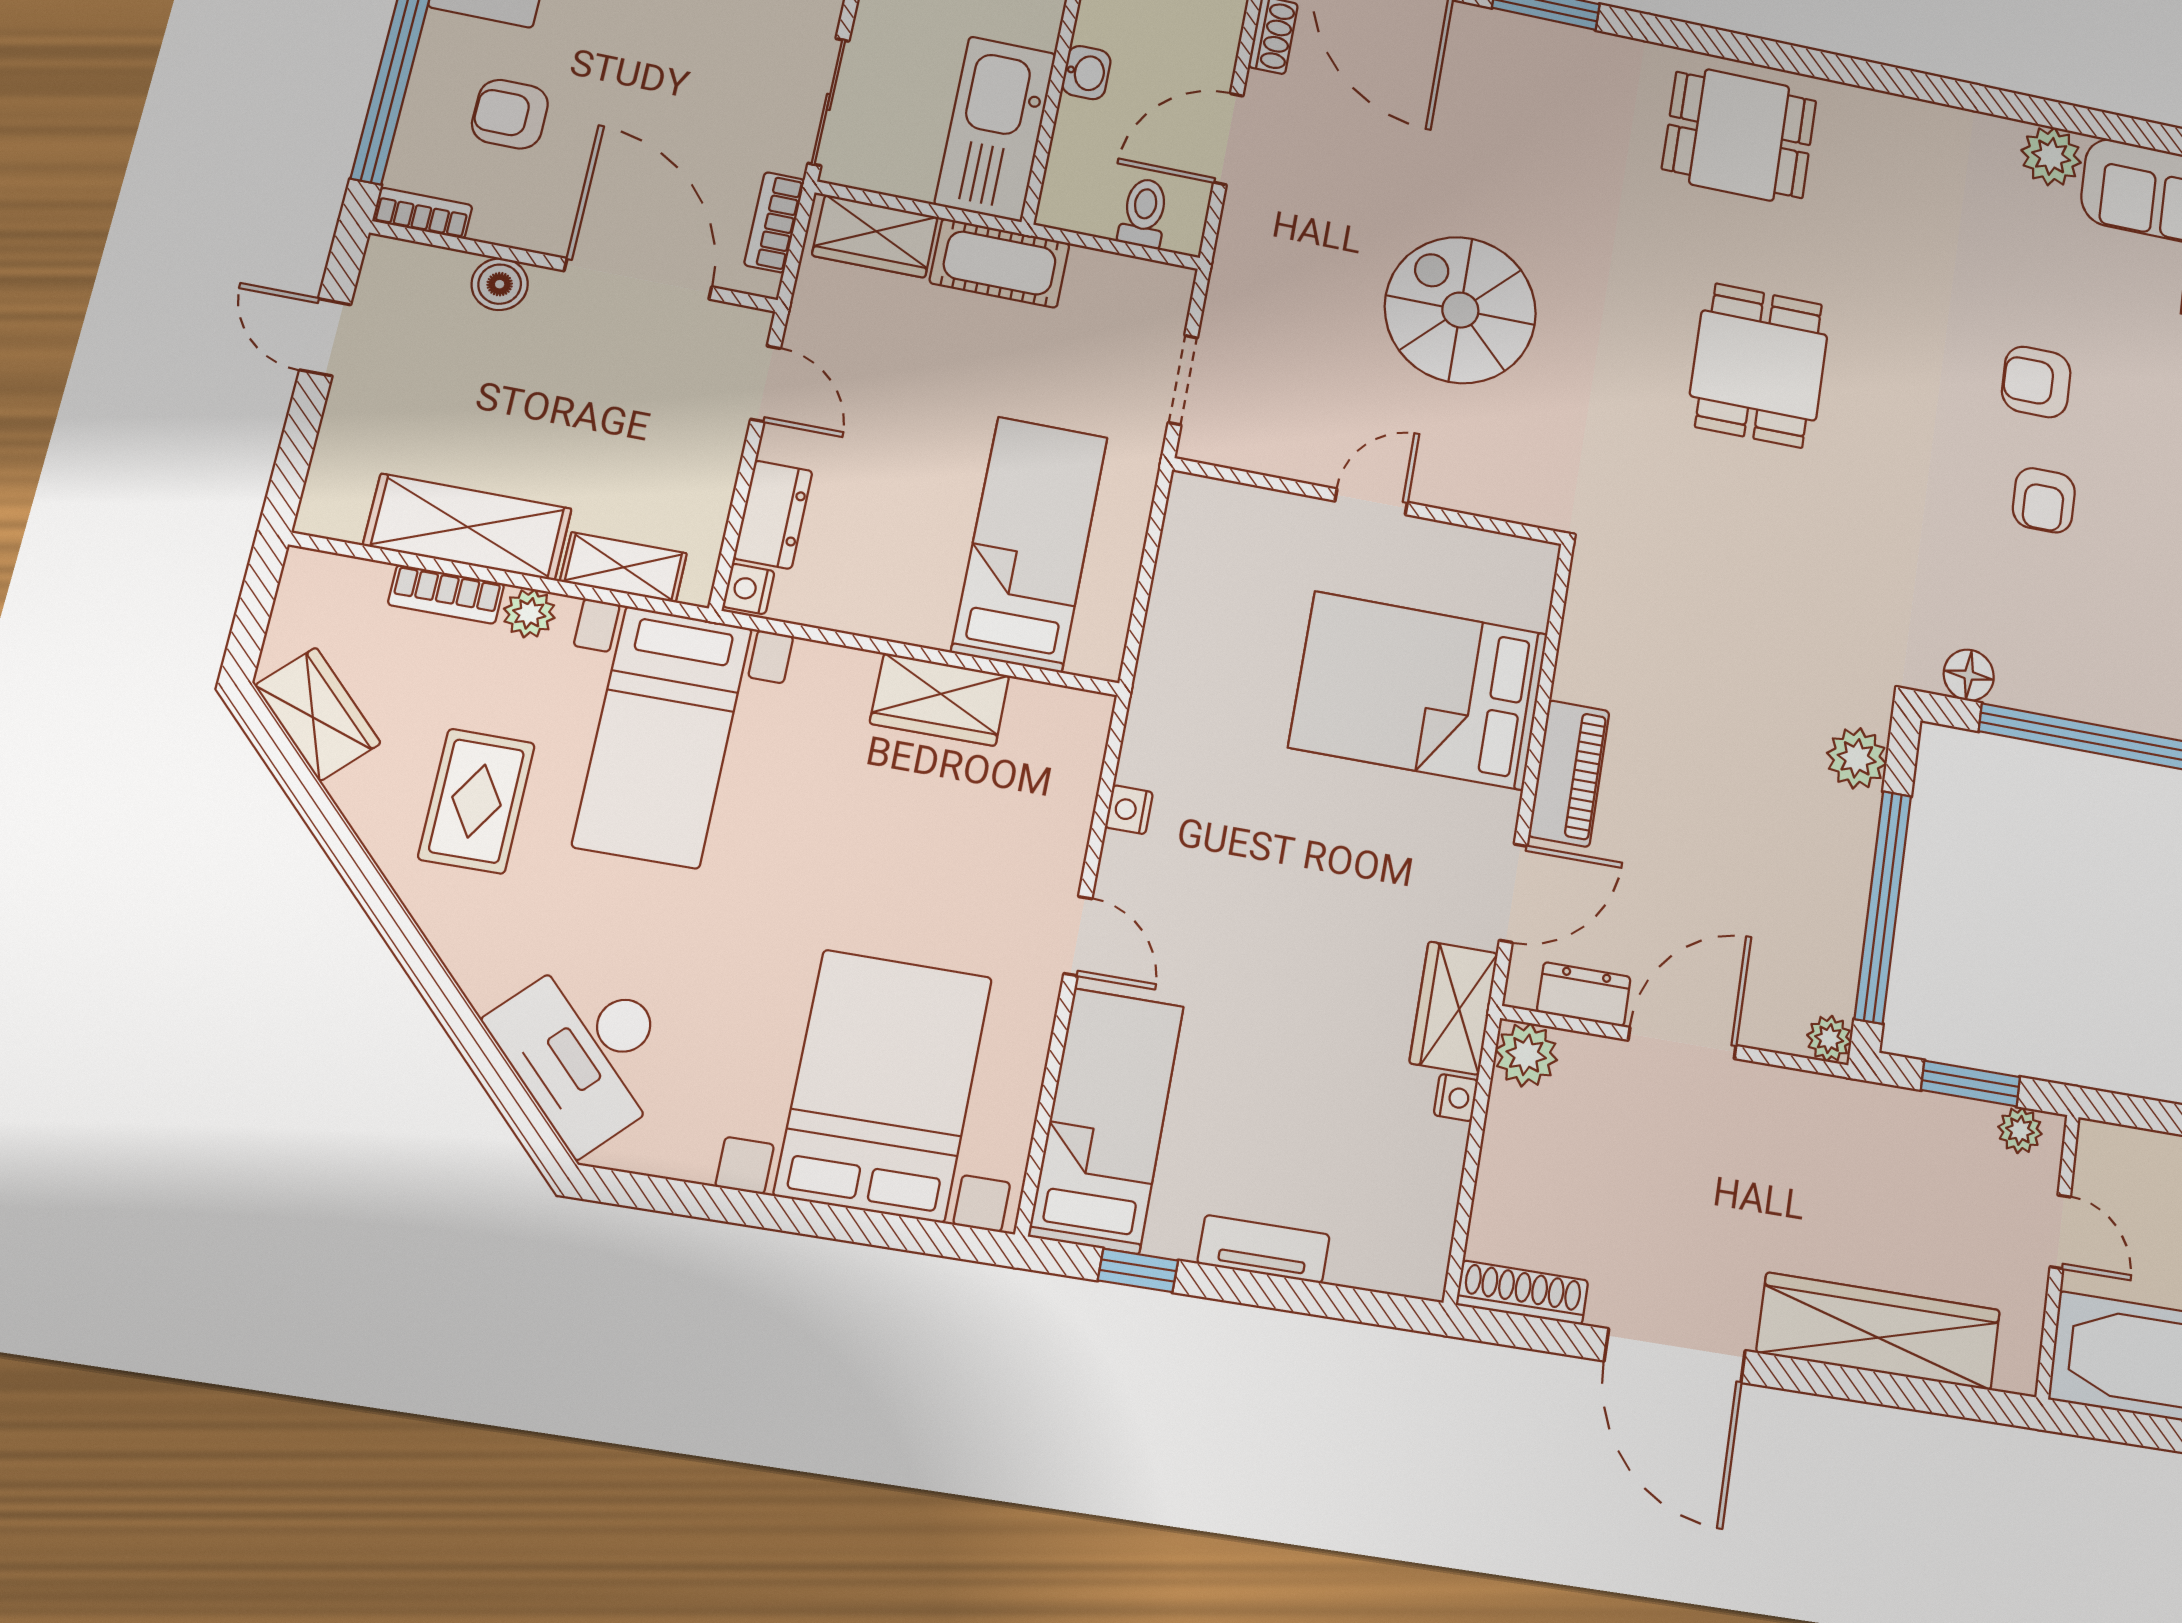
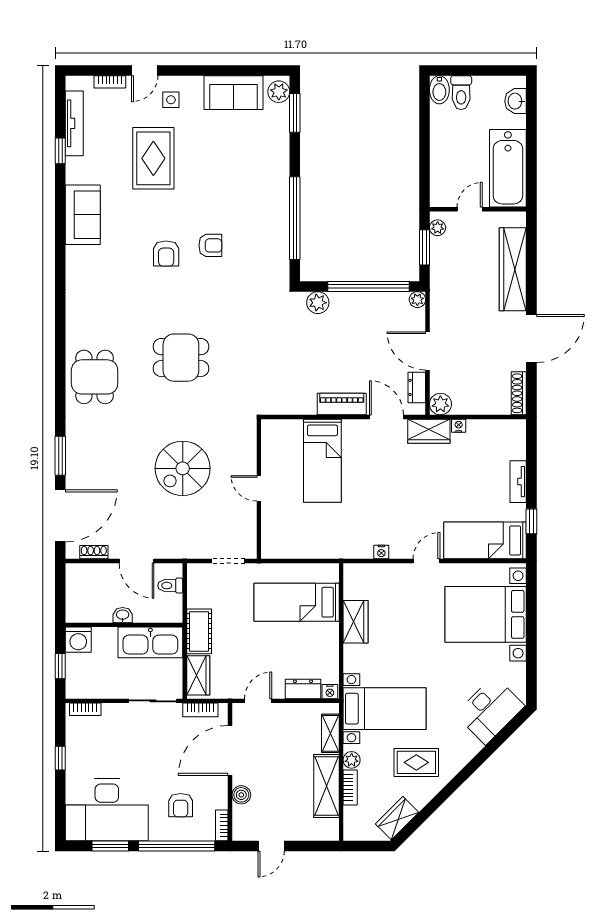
plant: (2051, 156) -> (77, 258), removed
floor lamp: (1969, 675) -> (280, 266), removed
bed: (1419, 691) -> (322, 461), width x0.67

